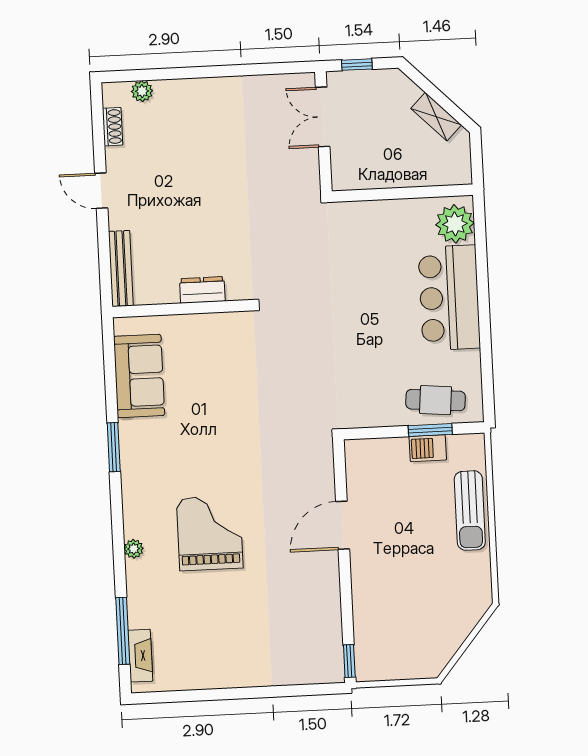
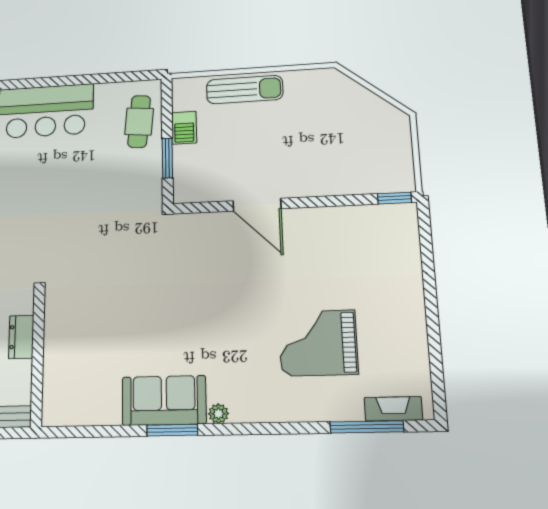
sofa: (139, 376) -> (164, 400), moved
window: (430, 430) -> (167, 158), moved
grand piano: (210, 533) -> (318, 343), moved
plant: (134, 549) -> (218, 414), moved

